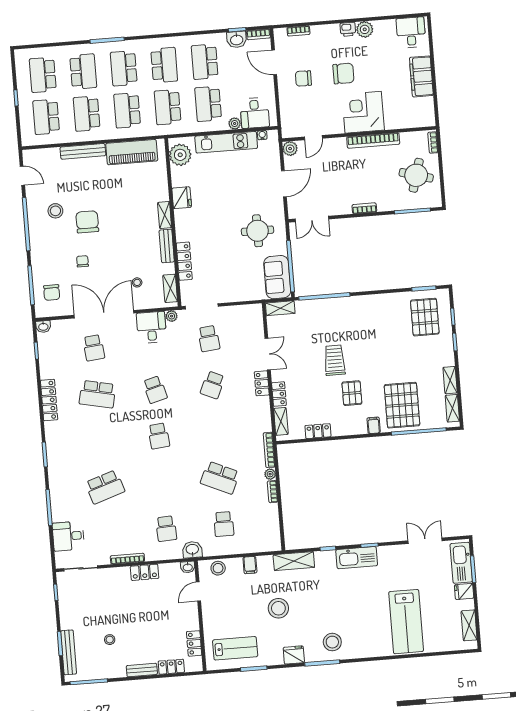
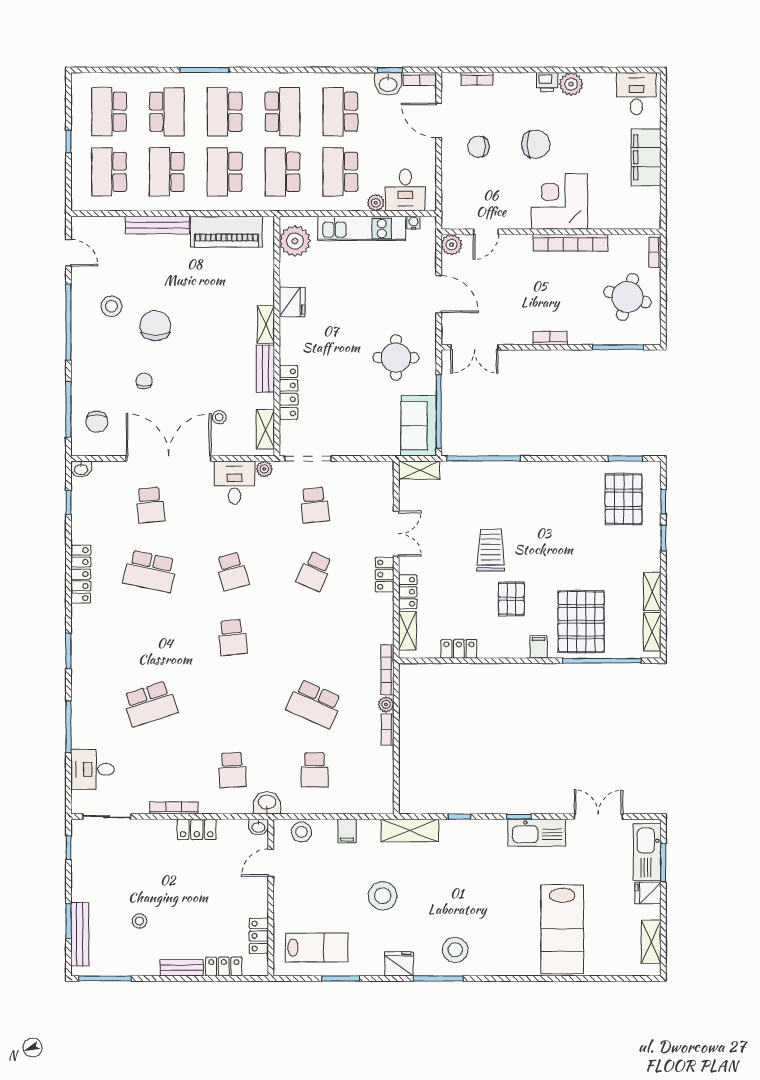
door: (284, 184) -> (439, 294), hinge flipped
kitchen sink: (357, 558) -> (537, 833), moved

